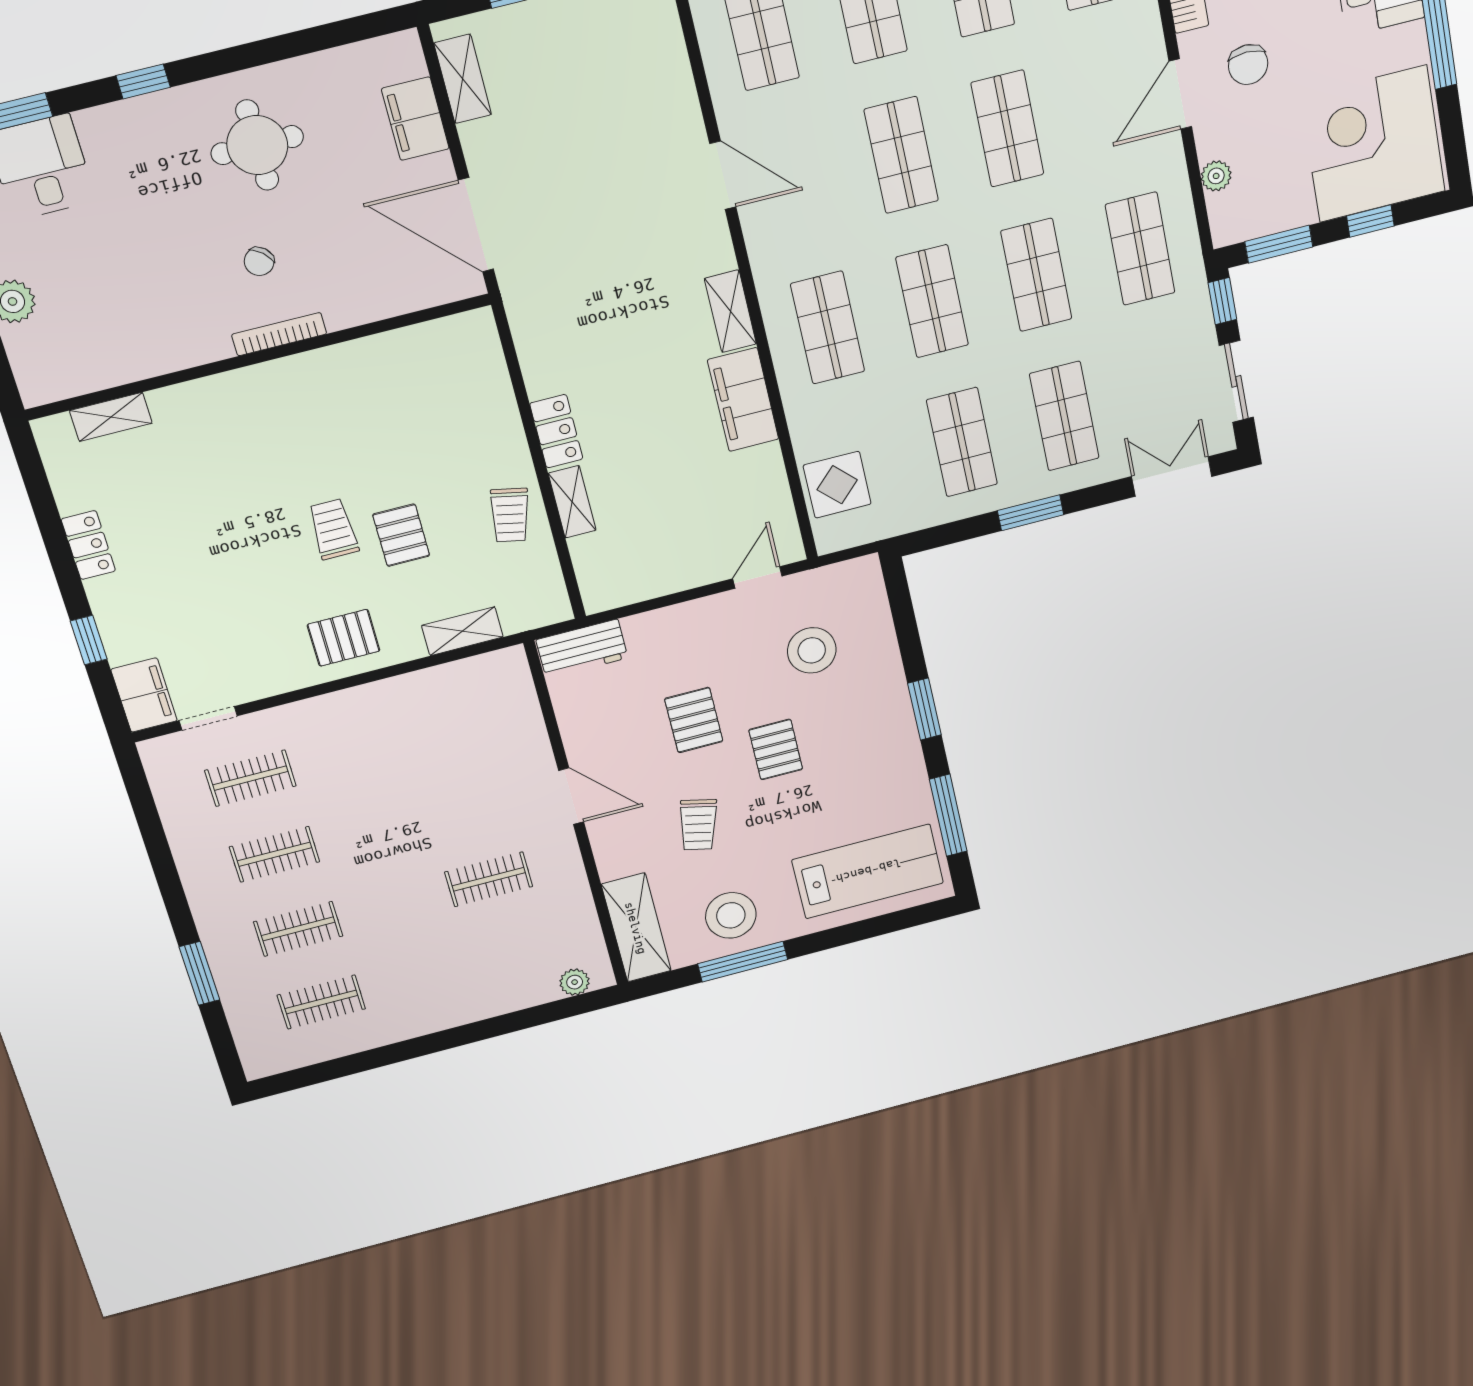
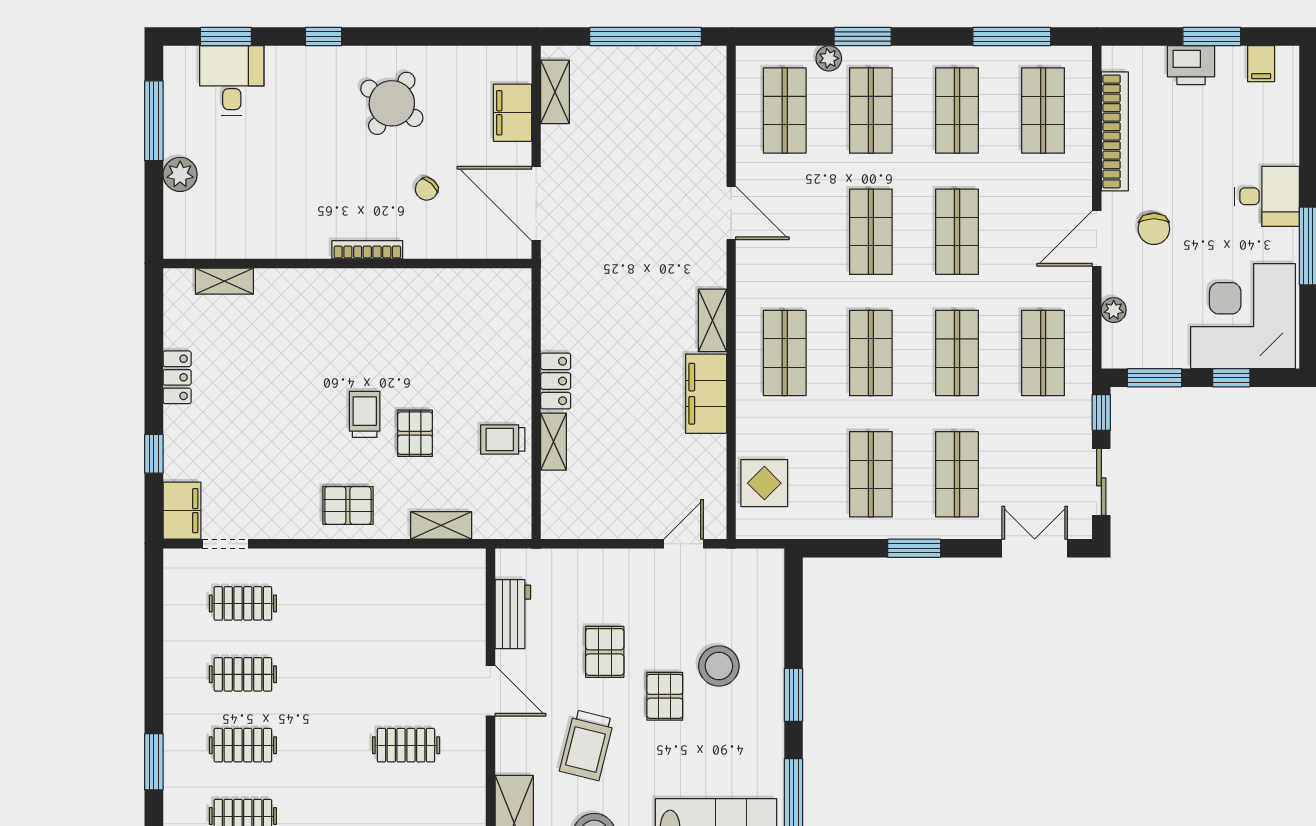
round table: (257, 145) -> (392, 103), turned 33
chair: (259, 261) -> (427, 189), moved
trolley: (510, 515) -> (503, 439), turned 78
workbench: (582, 649) -> (513, 614), moved, turned -90
stool: (812, 650) -> (719, 666), moved
trolley: (698, 825) -> (587, 745), width x1.36, depth x1.39

